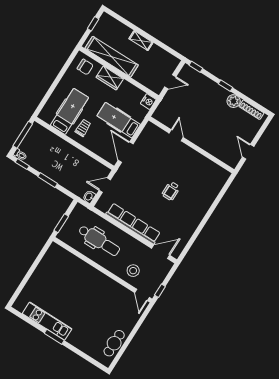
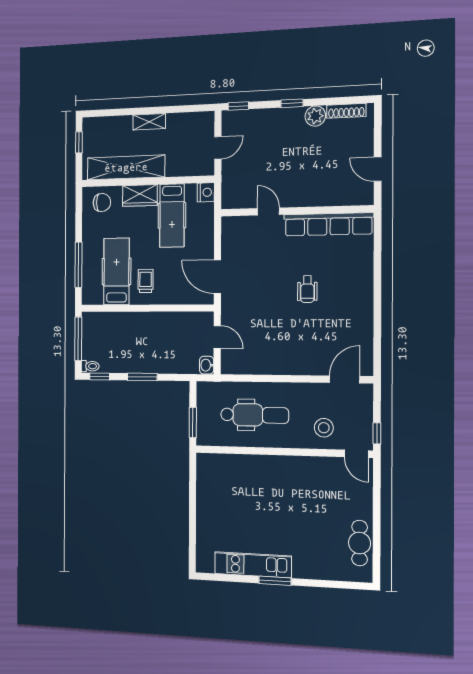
window: (49, 93) -> (78, 265), added
hospital bed: (119, 120) -> (172, 216), moved, turned -90
door: (105, 185) -> (217, 337), swing flipped
row of seats: (133, 224) -> (328, 224), moved, turned 180

